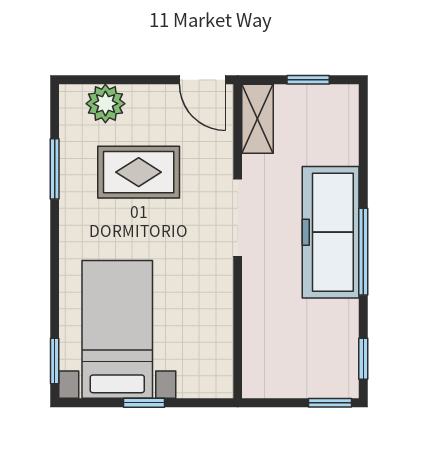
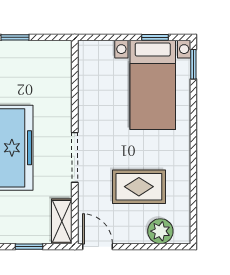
window: (55, 169) -> (193, 189), removed
window: (144, 403) -> (155, 37), moved

